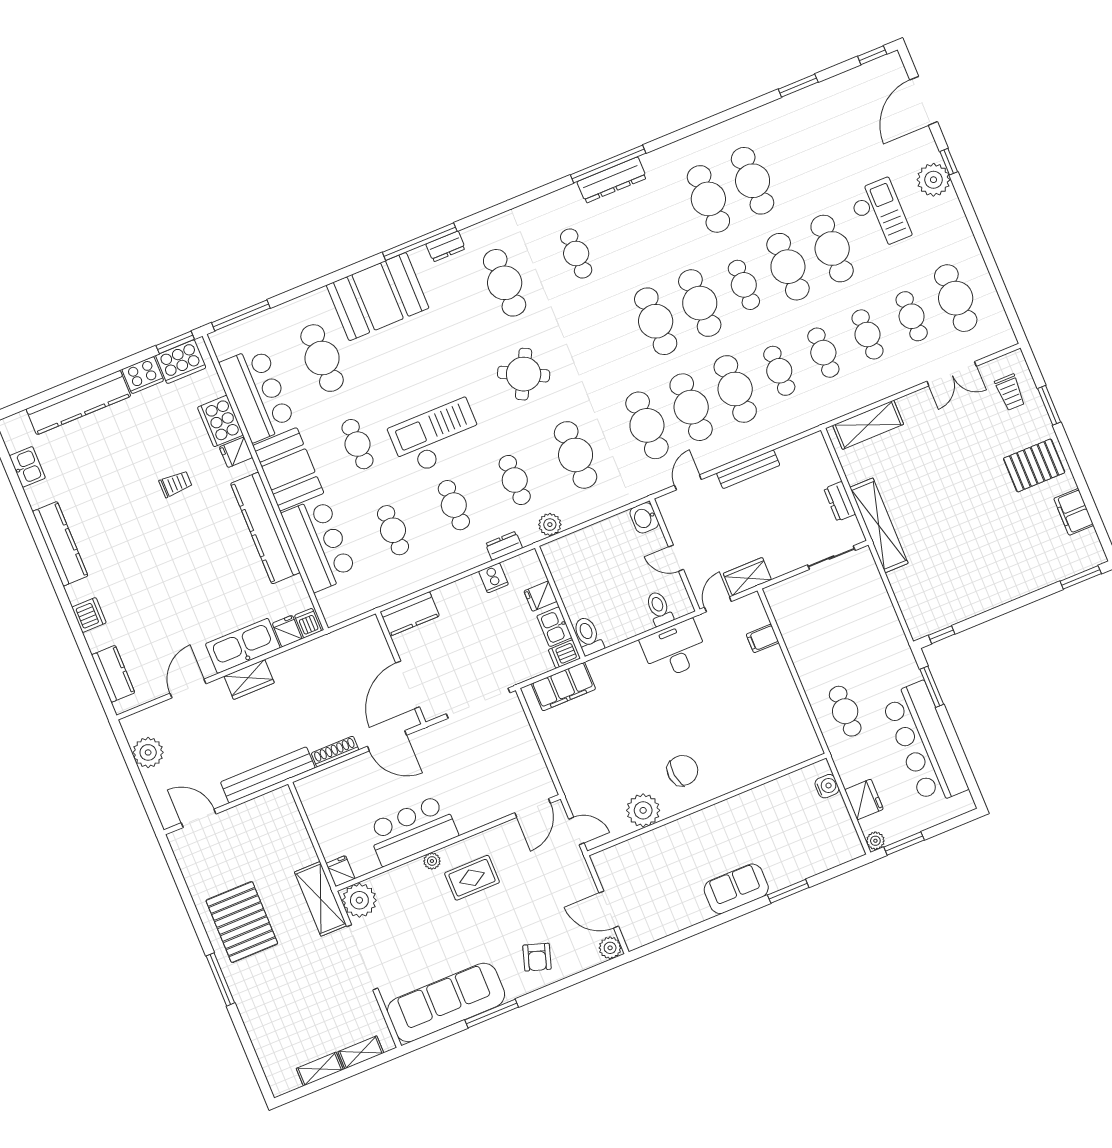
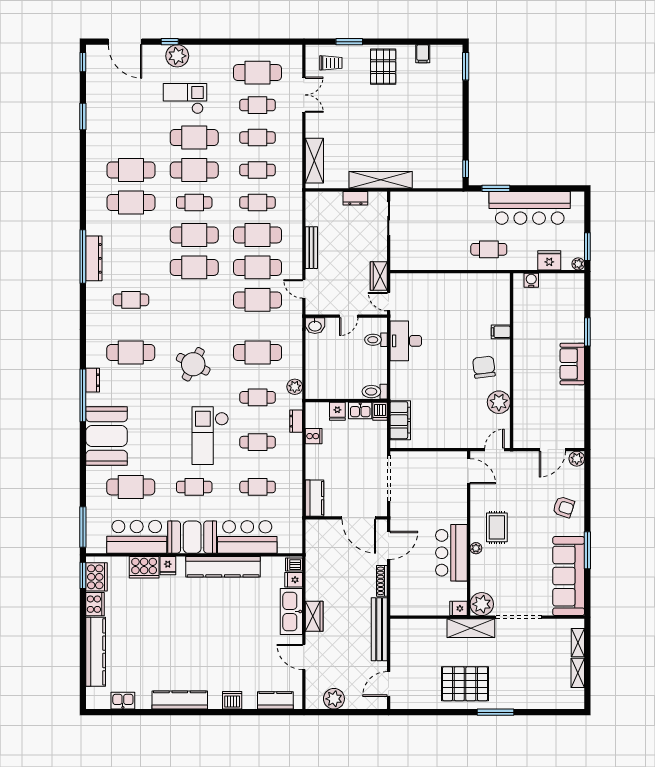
trolley: (175, 484) -> (172, 612), removed
filing cabinet: (1074, 512) -> (423, 54), width x0.50
filing cabinet: (763, 638) -> (501, 332), moved, turned 90

